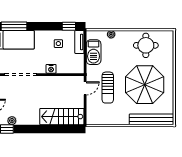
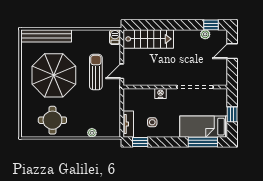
barbecue: (94, 52) -> (115, 37), moved, width x0.53, depth x0.65

